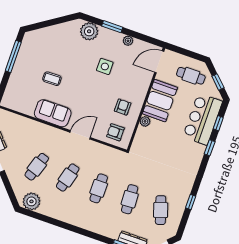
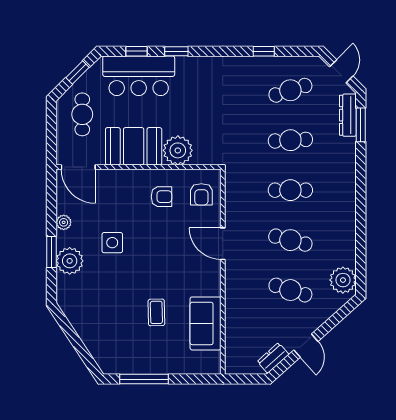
plant: (89, 31) -> (70, 261), moved
armchair: (123, 107) -> (162, 197), turned 180
sofa: (53, 113) -> (206, 323), moved
plant: (145, 121) -> (178, 150), width x1.88, depth x1.88

